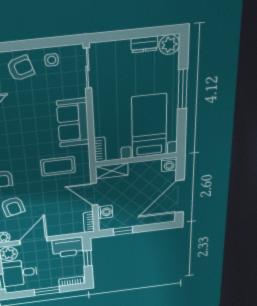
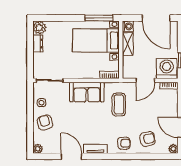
window: (183, 89) -> (99, 18), moved
shelving: (112, 171) -> (128, 44), moved
washing machine: (105, 212) -> (167, 69), width x1.89, depth x1.89

